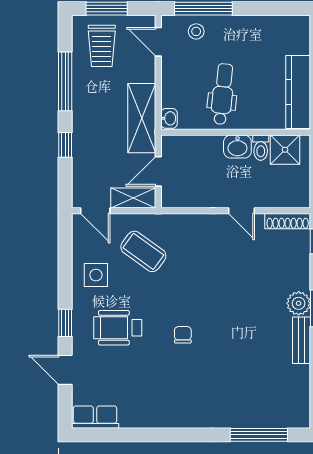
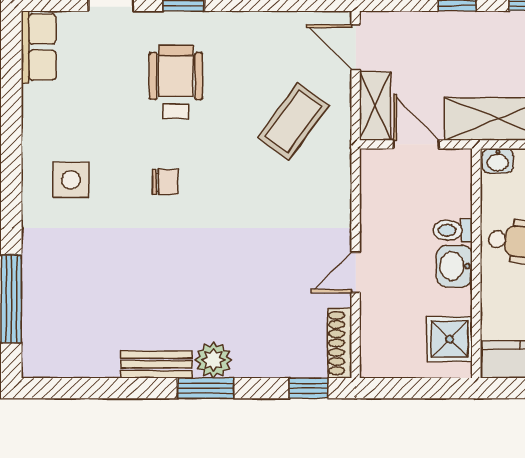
toilet: (261, 148) -> (453, 230), moved
door: (95, 211) -> (356, 47), hinge flipped
side table: (96, 275) -> (71, 180), moved

